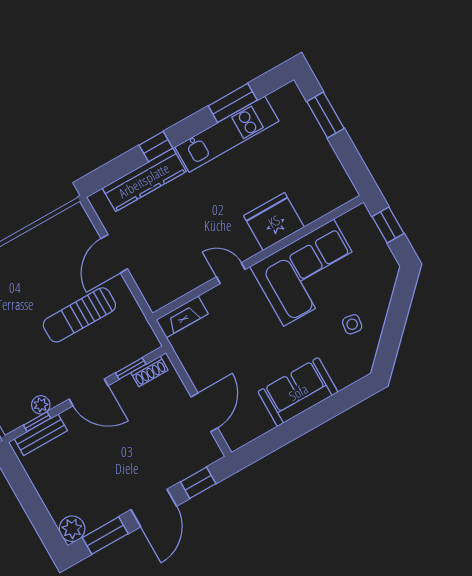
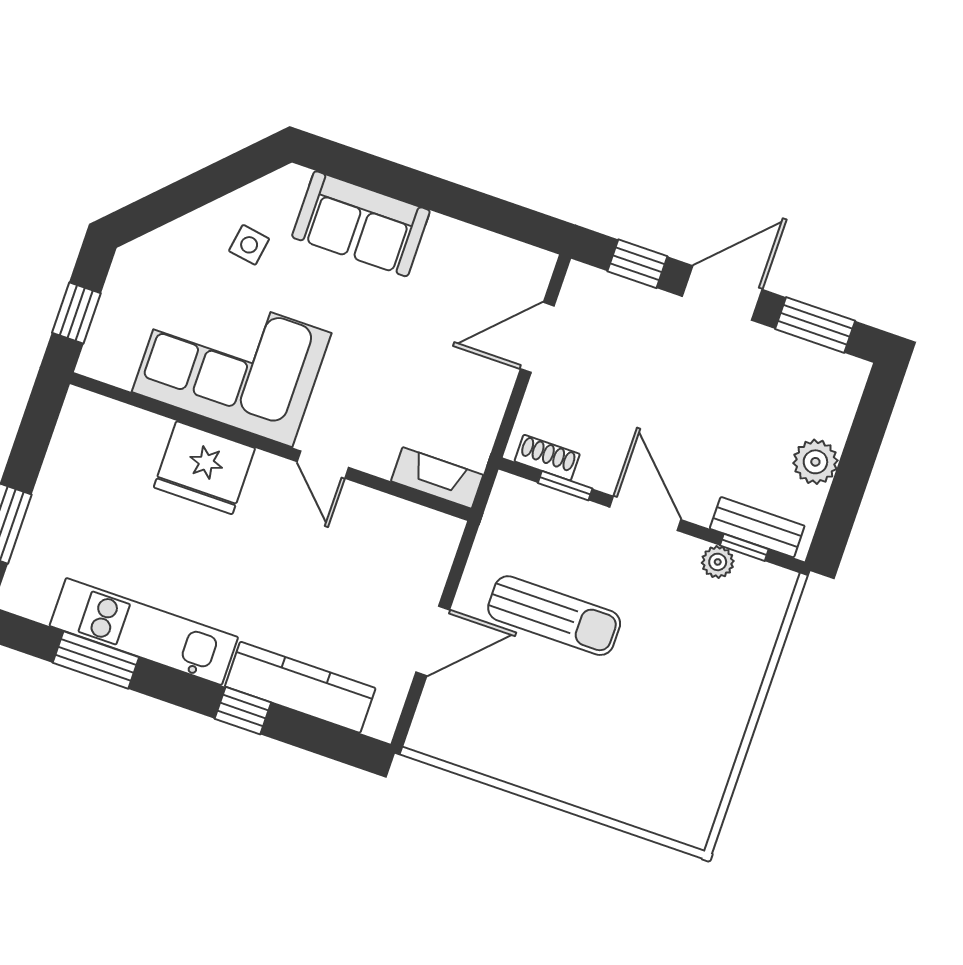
sofa: (298, 392) -> (361, 224), moved
plant: (72, 529) -> (815, 462), moved

